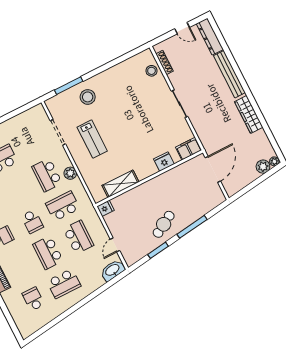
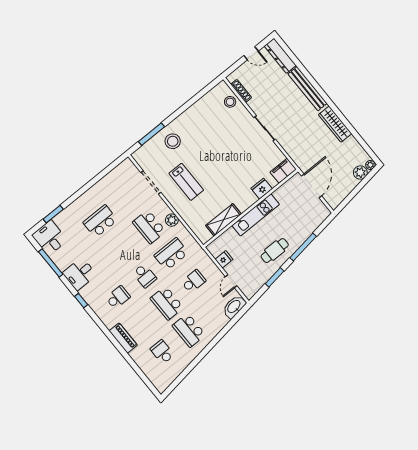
kitchen unit: (153, 186) -> (256, 215), added
fridge: (106, 208) -> (224, 259), moved
cafe table: (164, 224) -> (275, 251), turned 30
school desk: (78, 237) -> (193, 281), width x0.54
school desk: (64, 284) -> (189, 330), turned 90

